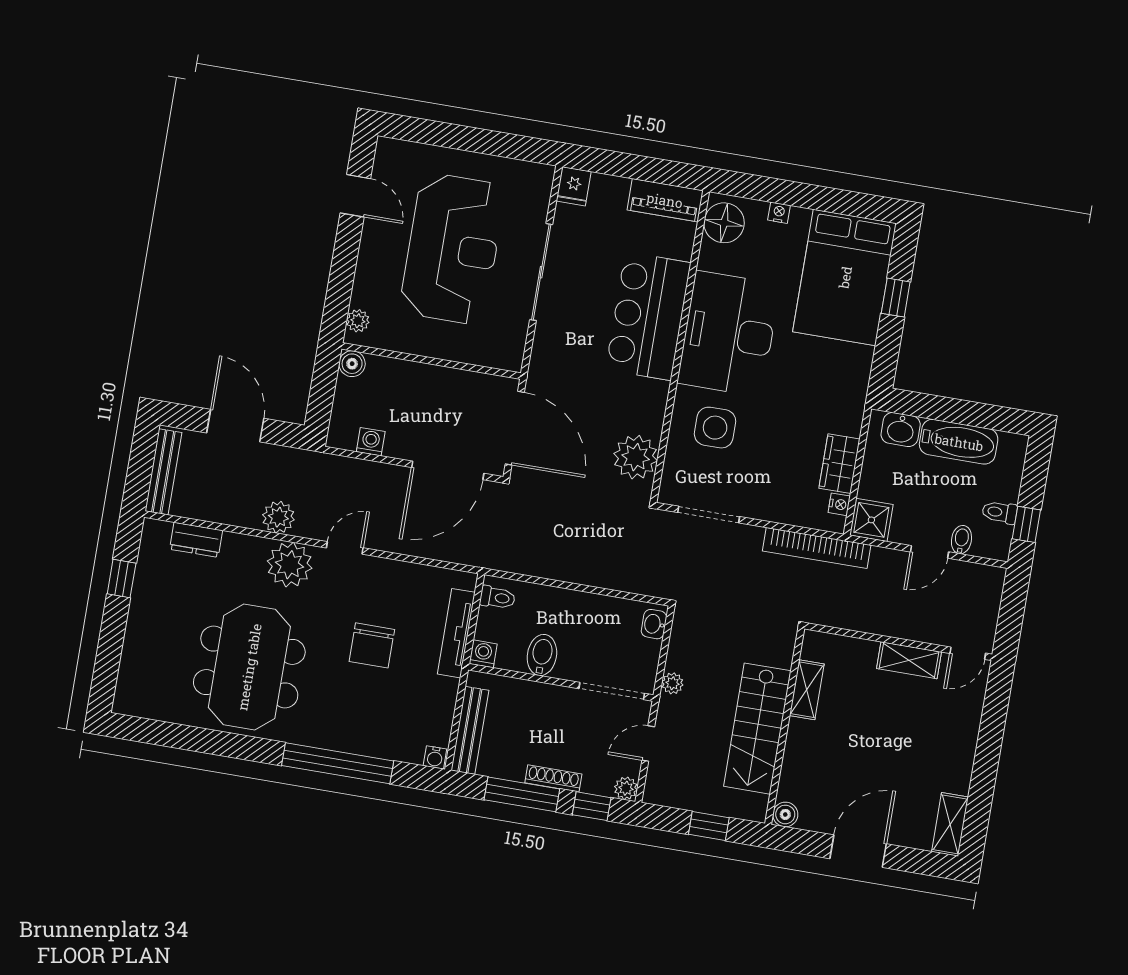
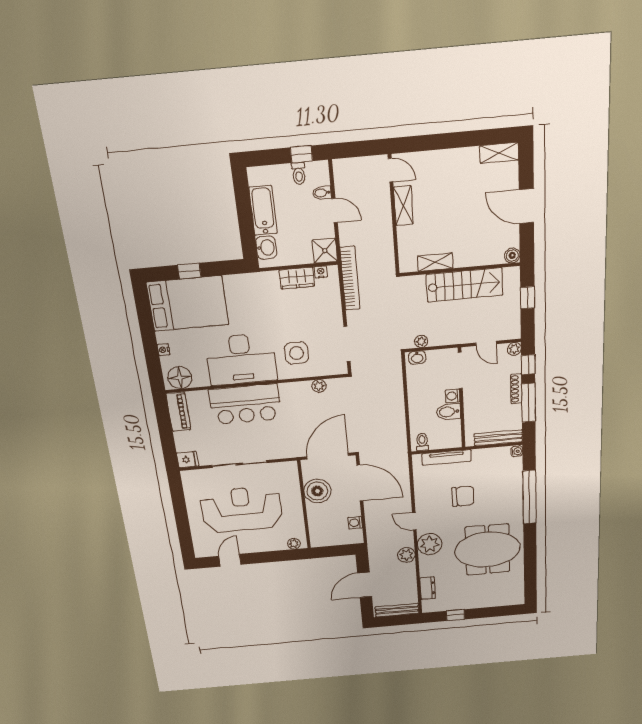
boiler: (352, 364) -> (317, 491), moved, width x1.86, depth x1.86
plant: (636, 457) -> (319, 386), width x0.53, depth x0.53
washing machine: (483, 654) -> (453, 396), moved
plant: (672, 683) -> (421, 341), moved

